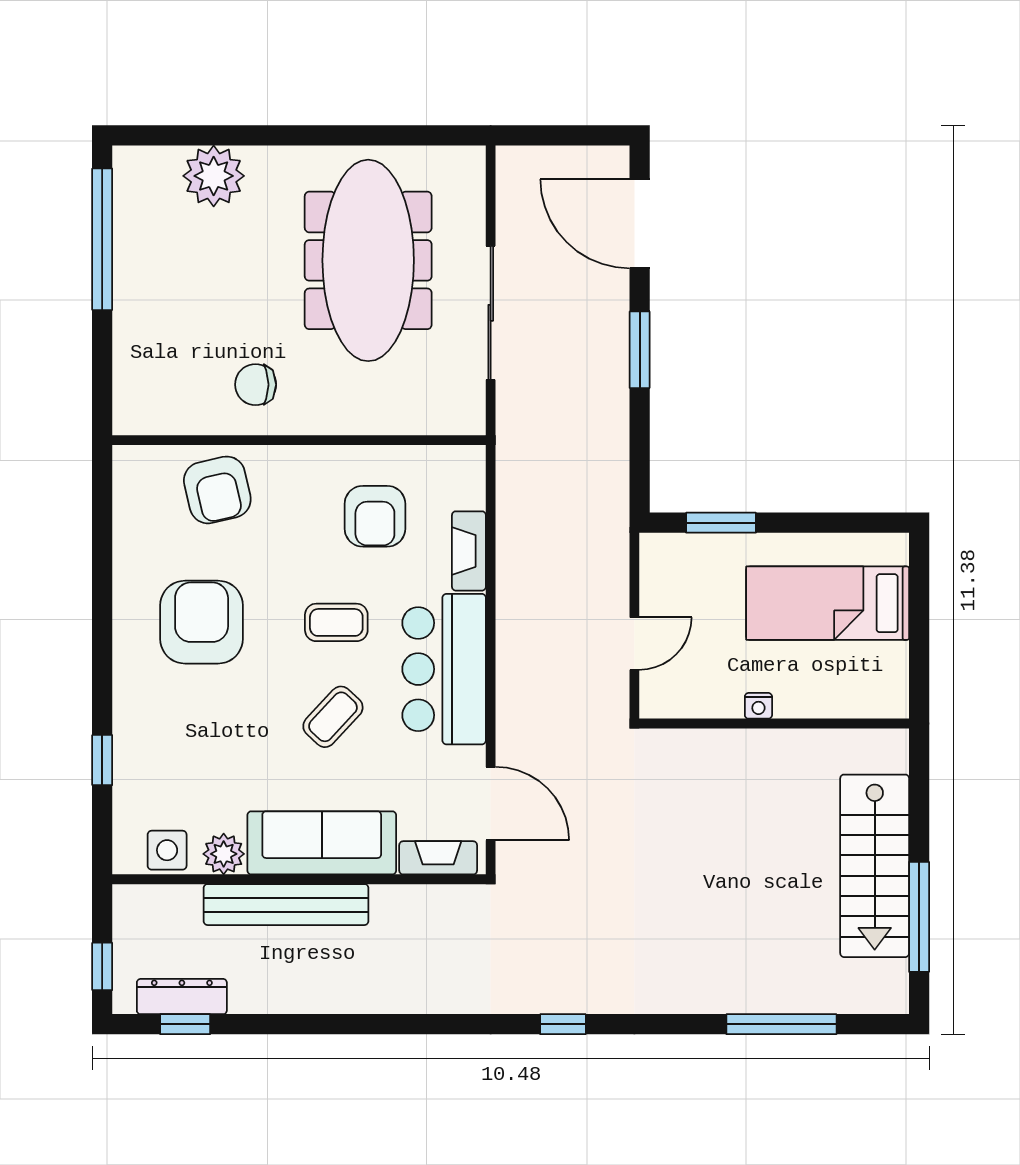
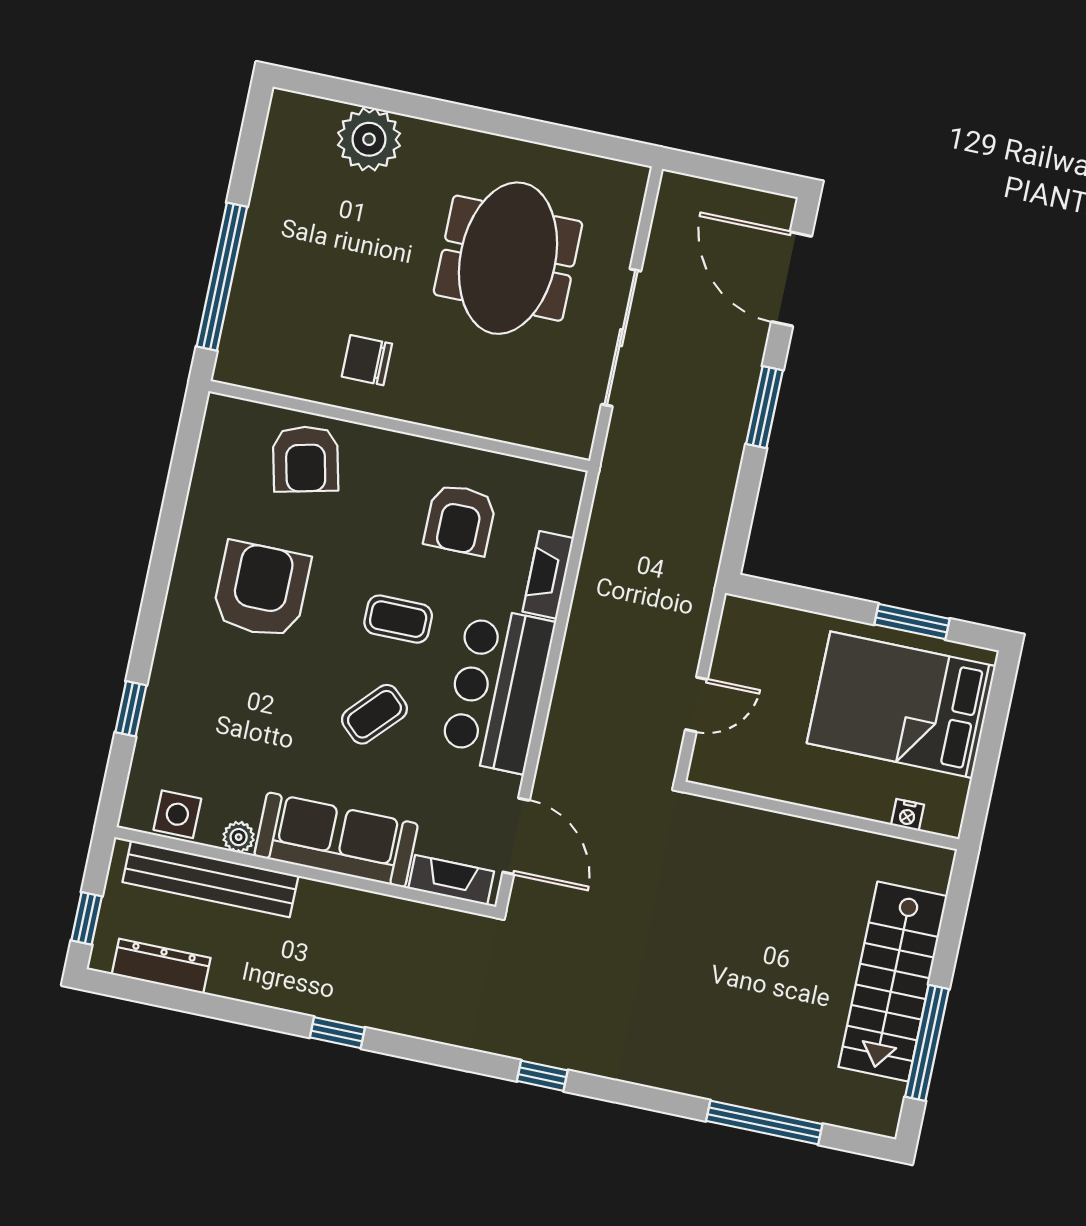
window: (102, 239) -> (222, 277), moved
meeting table: (368, 260) -> (508, 258), width x0.73
window: (721, 523) -> (912, 622), moved
bed: (828, 603) -> (901, 705), width x1.50
nightstand: (758, 706) -> (907, 815), moved
plant: (224, 854) -> (239, 837), width x0.73, depth x0.73
bench: (286, 905) -> (210, 879), moved
window: (185, 1024) -> (337, 1033), moved

